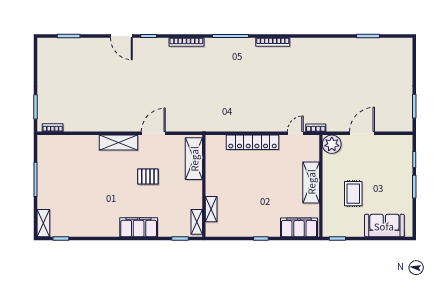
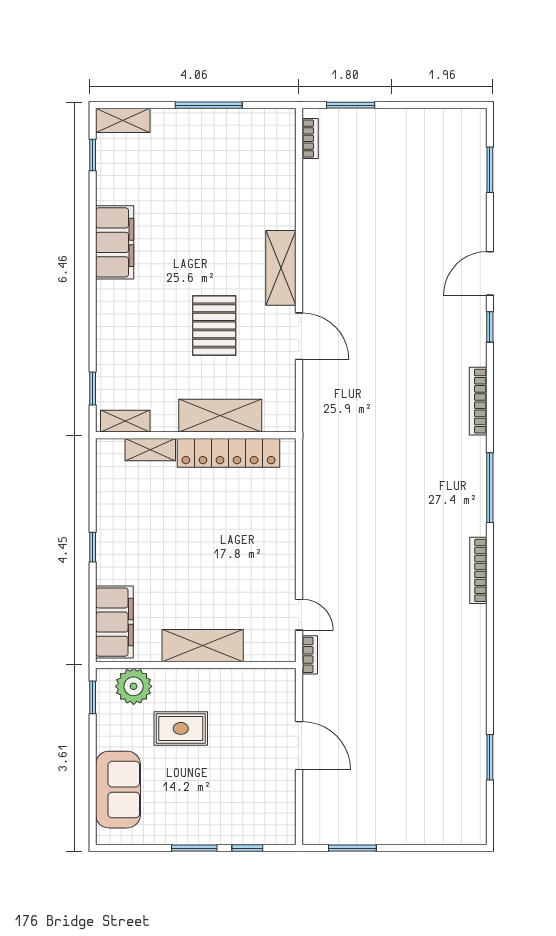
locker: (253, 142) -> (228, 453), moved, turned -90
plant: (332, 144) -> (134, 686), moved
shelving: (194, 159) -> (220, 416), moved
pallet: (148, 177) -> (214, 326), width x1.50, depth x1.42
filing cabinet: (139, 227) -> (115, 242), moved

